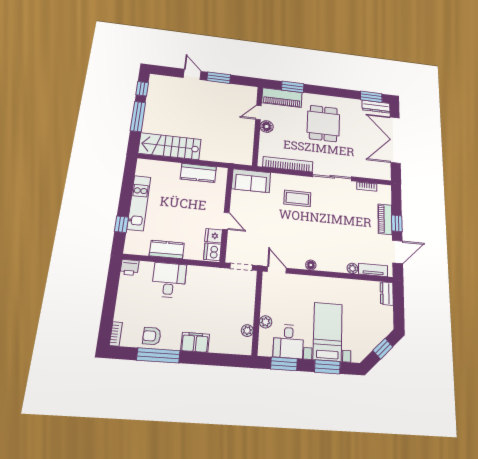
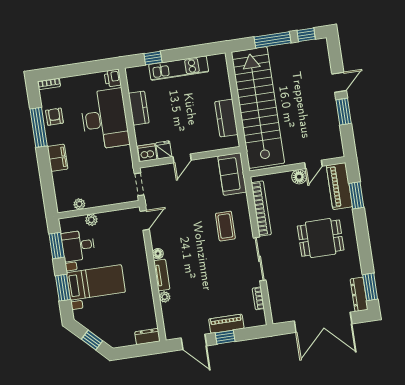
door: (258, 113) -> (313, 164), swing flipped
double door: (395, 140) -> (323, 322), swing flipped
stairs: (170, 146) -> (258, 108), width x1.86, depth x1.51
tv unit: (373, 270) -> (162, 275), moved
desk: (169, 280) -> (105, 119), width x1.87, depth x1.30

